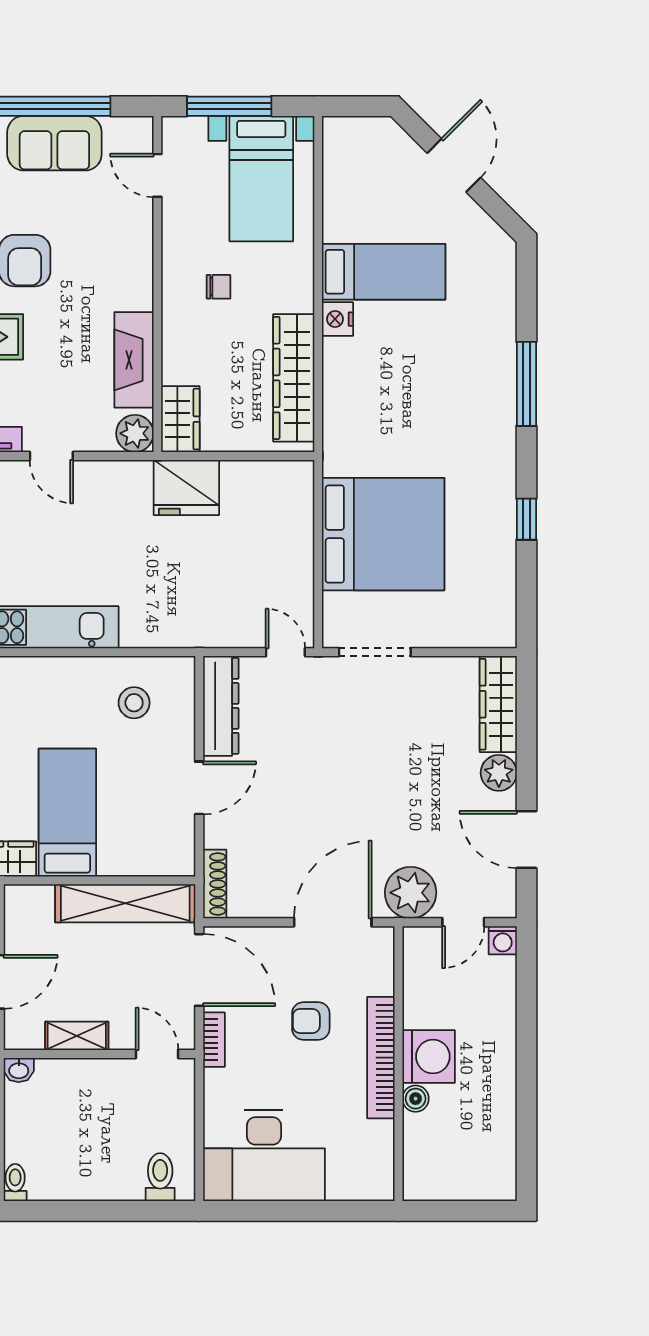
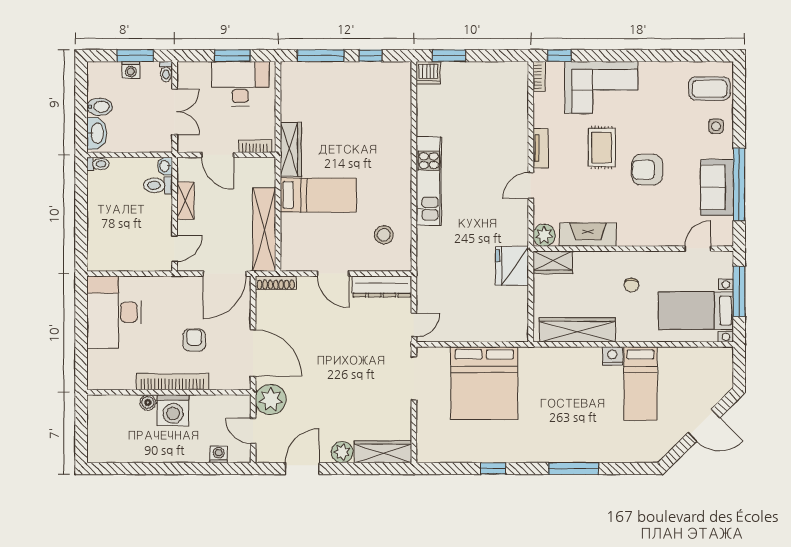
washing machine: (503, 940) -> (219, 454), moved, turned 90
bookcase: (214, 1040) -> (183, 282), removed
toilet: (160, 1177) -> (158, 185), moved, turned 180

